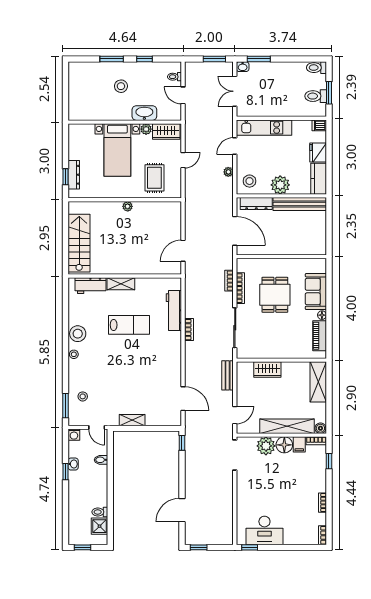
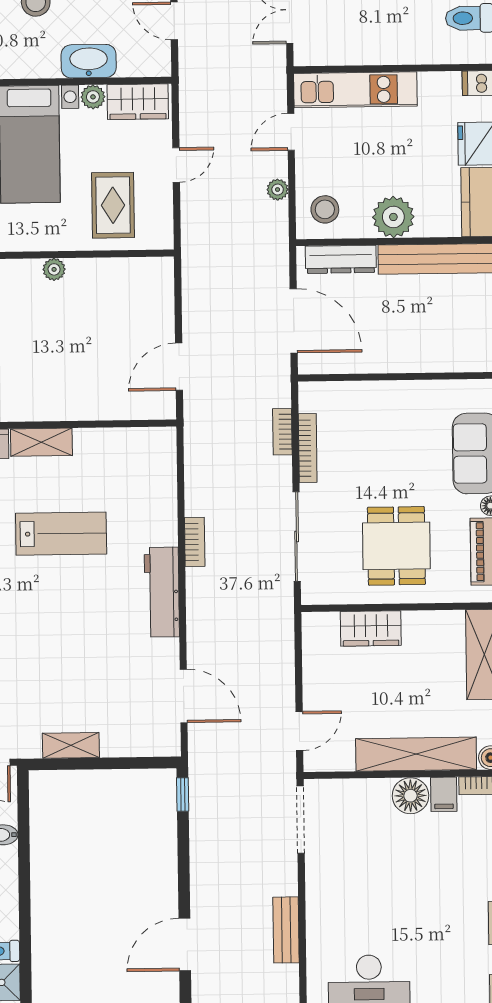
dining table: (275, 295) -> (396, 546), moved
workbench: (174, 311) -> (162, 592), moved
bench: (228, 375) -> (286, 930), moved
plant: (266, 446) -> (370, 799), removed

